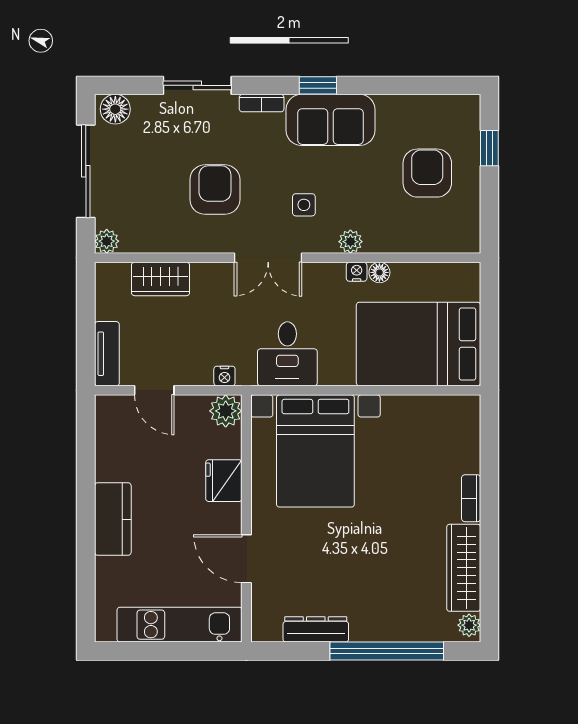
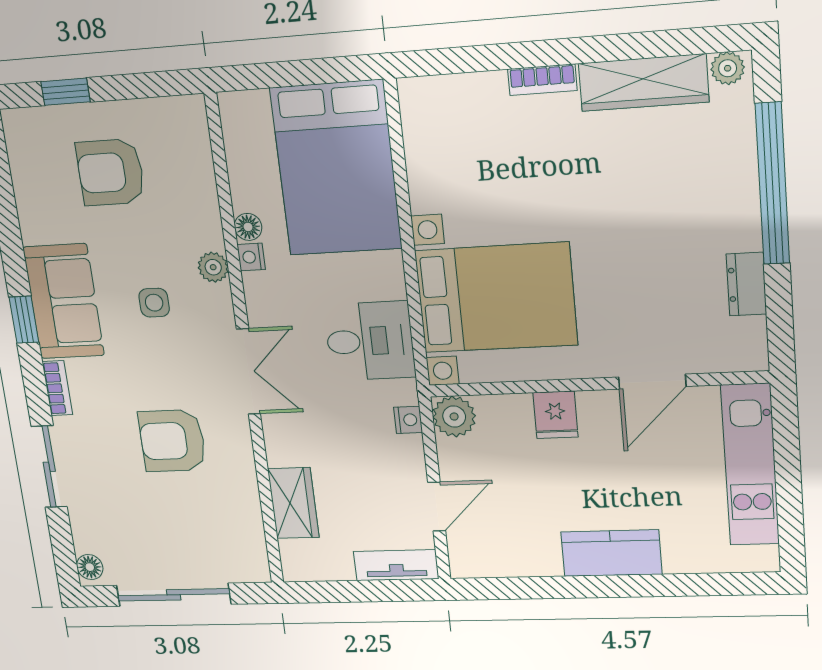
floor lamp: (115, 109) -> (90, 567), width x0.73, depth x0.73
side table: (304, 205) -> (154, 303), moved
plant: (107, 241) -> (255, 569), removed
fridge: (224, 481) -> (555, 415), width x0.72
dresser: (316, 629) -> (746, 284), width x0.70

